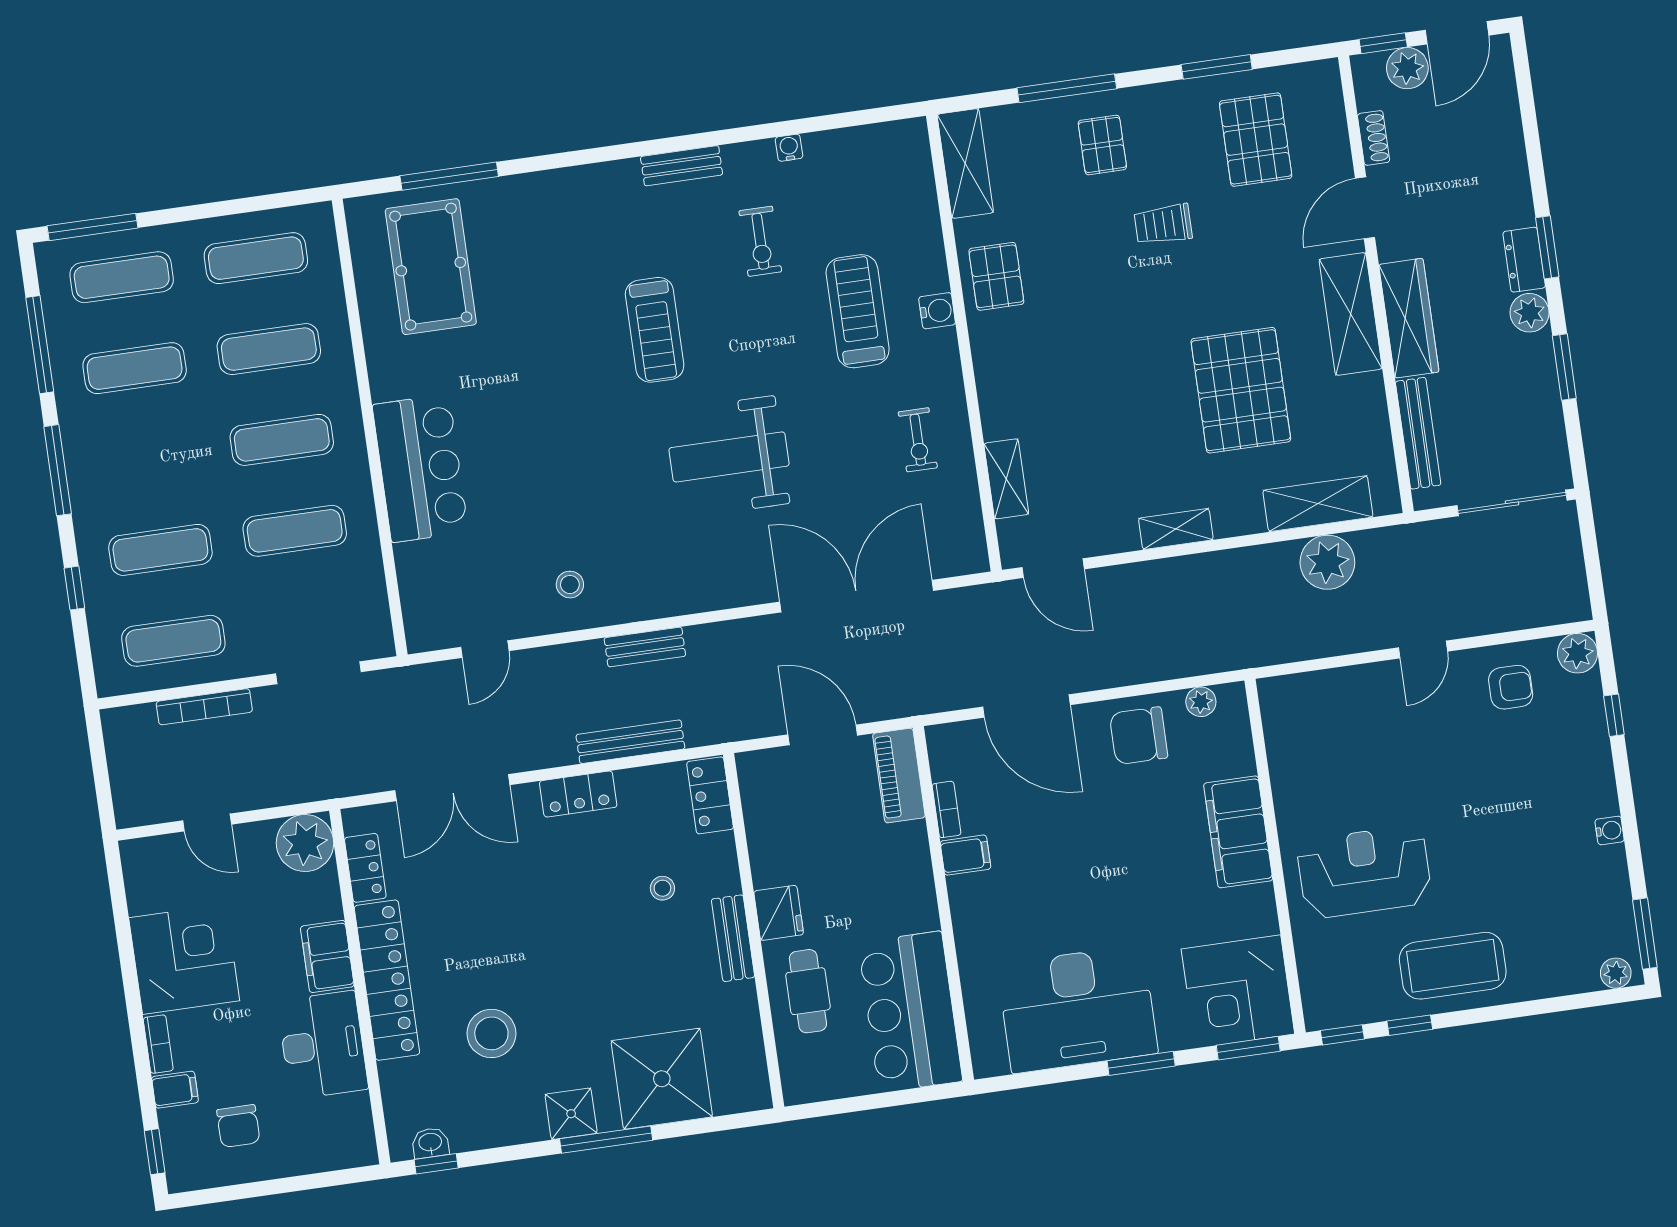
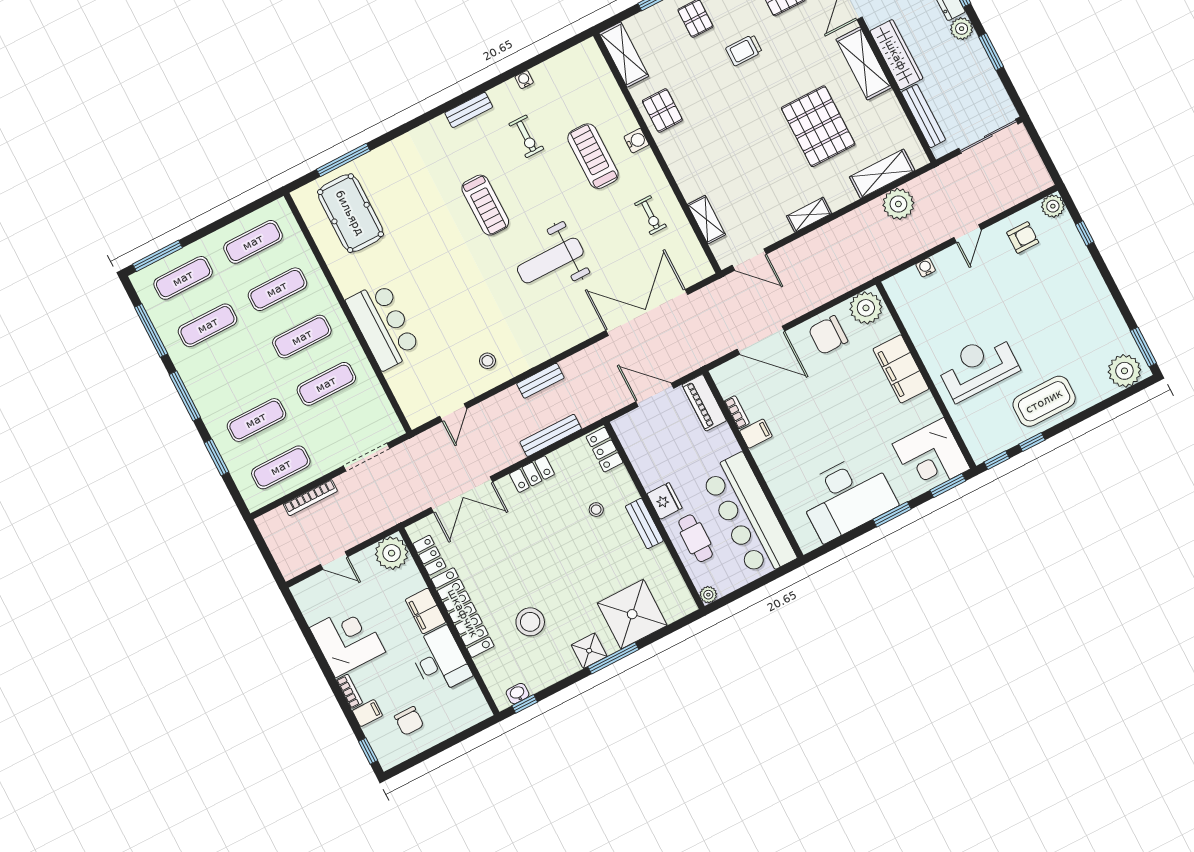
window: (74, 588) -> (217, 457), width x1.50
plant: (1201, 702) -> (866, 308), width x1.87, depth x1.87
water cooler: (1610, 830) -> (926, 267), moved, turned -90
plant: (1616, 973) -> (1124, 371), width x1.87, depth x1.87
bar counter: (910, 1012) -> (748, 516), width x1.36
plant: (797, 1090) -> (708, 595), added

